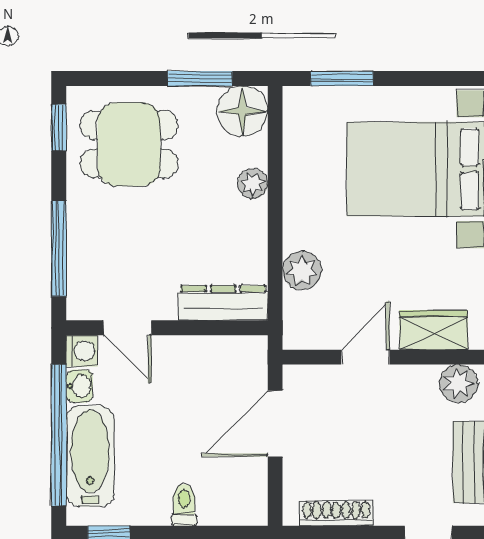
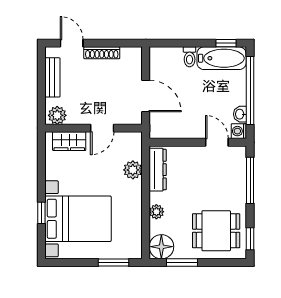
dresser: (223, 303) -> (158, 170), moved, turned -90
door: (275, 424) -> (146, 96), hinge flipped
bathtub: (90, 456) -> (222, 58), moved, turned -90
shoe rack: (336, 513) -> (102, 53), moved

